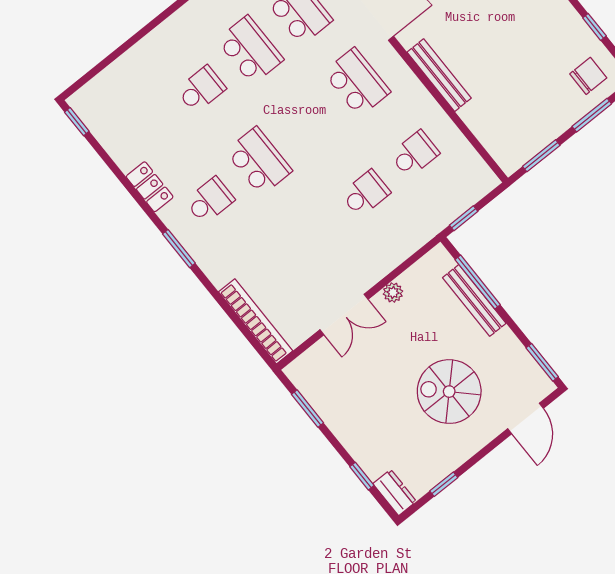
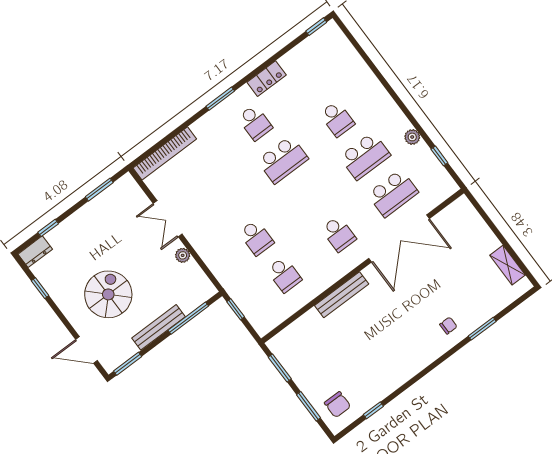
school desk: (357, 82) -> (339, 234), width x0.54
bench: (474, 300) -> (159, 327), moved

